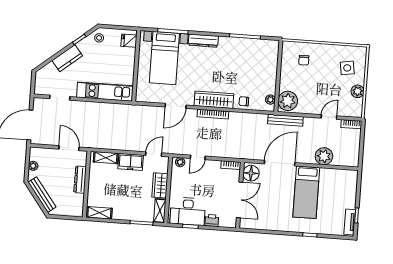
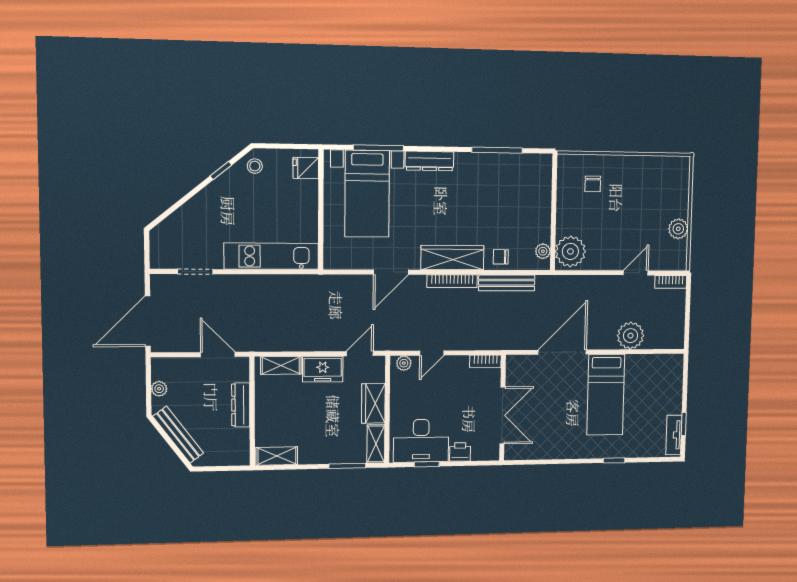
kitchen counter: (67, 58) -> (203, 204), removed
side table: (347, 68) -> (661, 192), removed
bench: (285, 120) -> (507, 283), moved
floor lamp: (251, 173) -> (518, 372), removed

